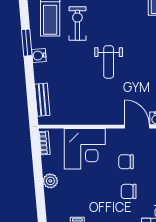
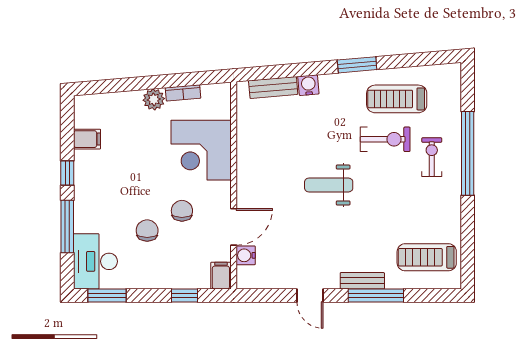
water cooler: (39, 55) -> (308, 85), moved
bookcase: (44, 143) -> (183, 93), moved
chair: (129, 191) -> (147, 231), moved

